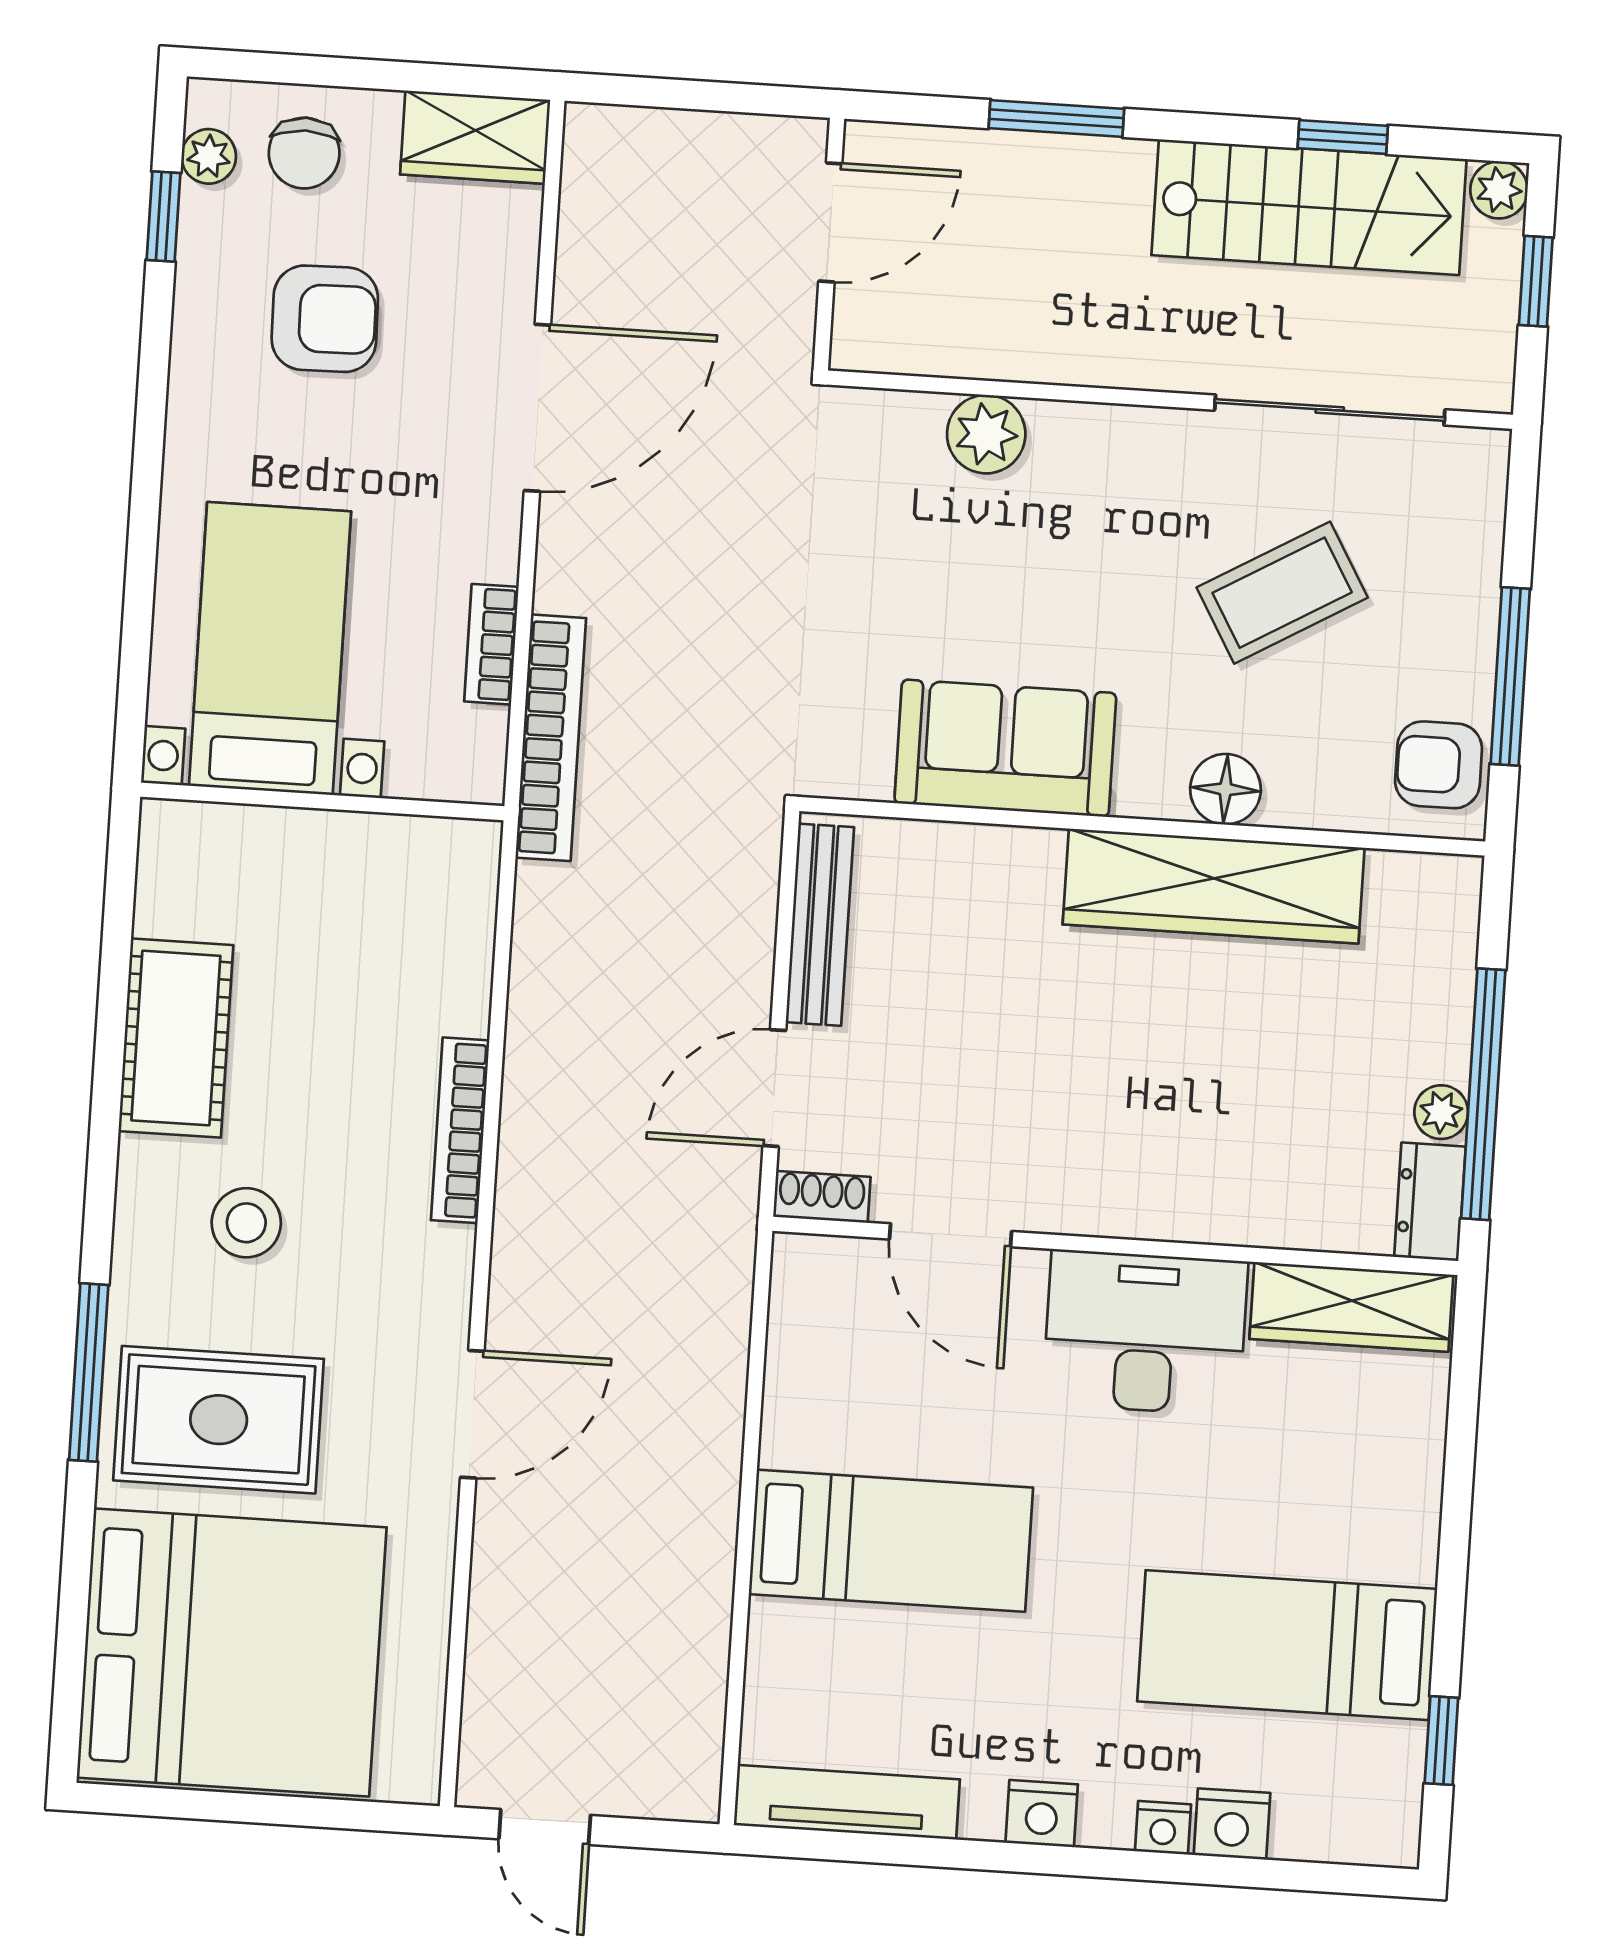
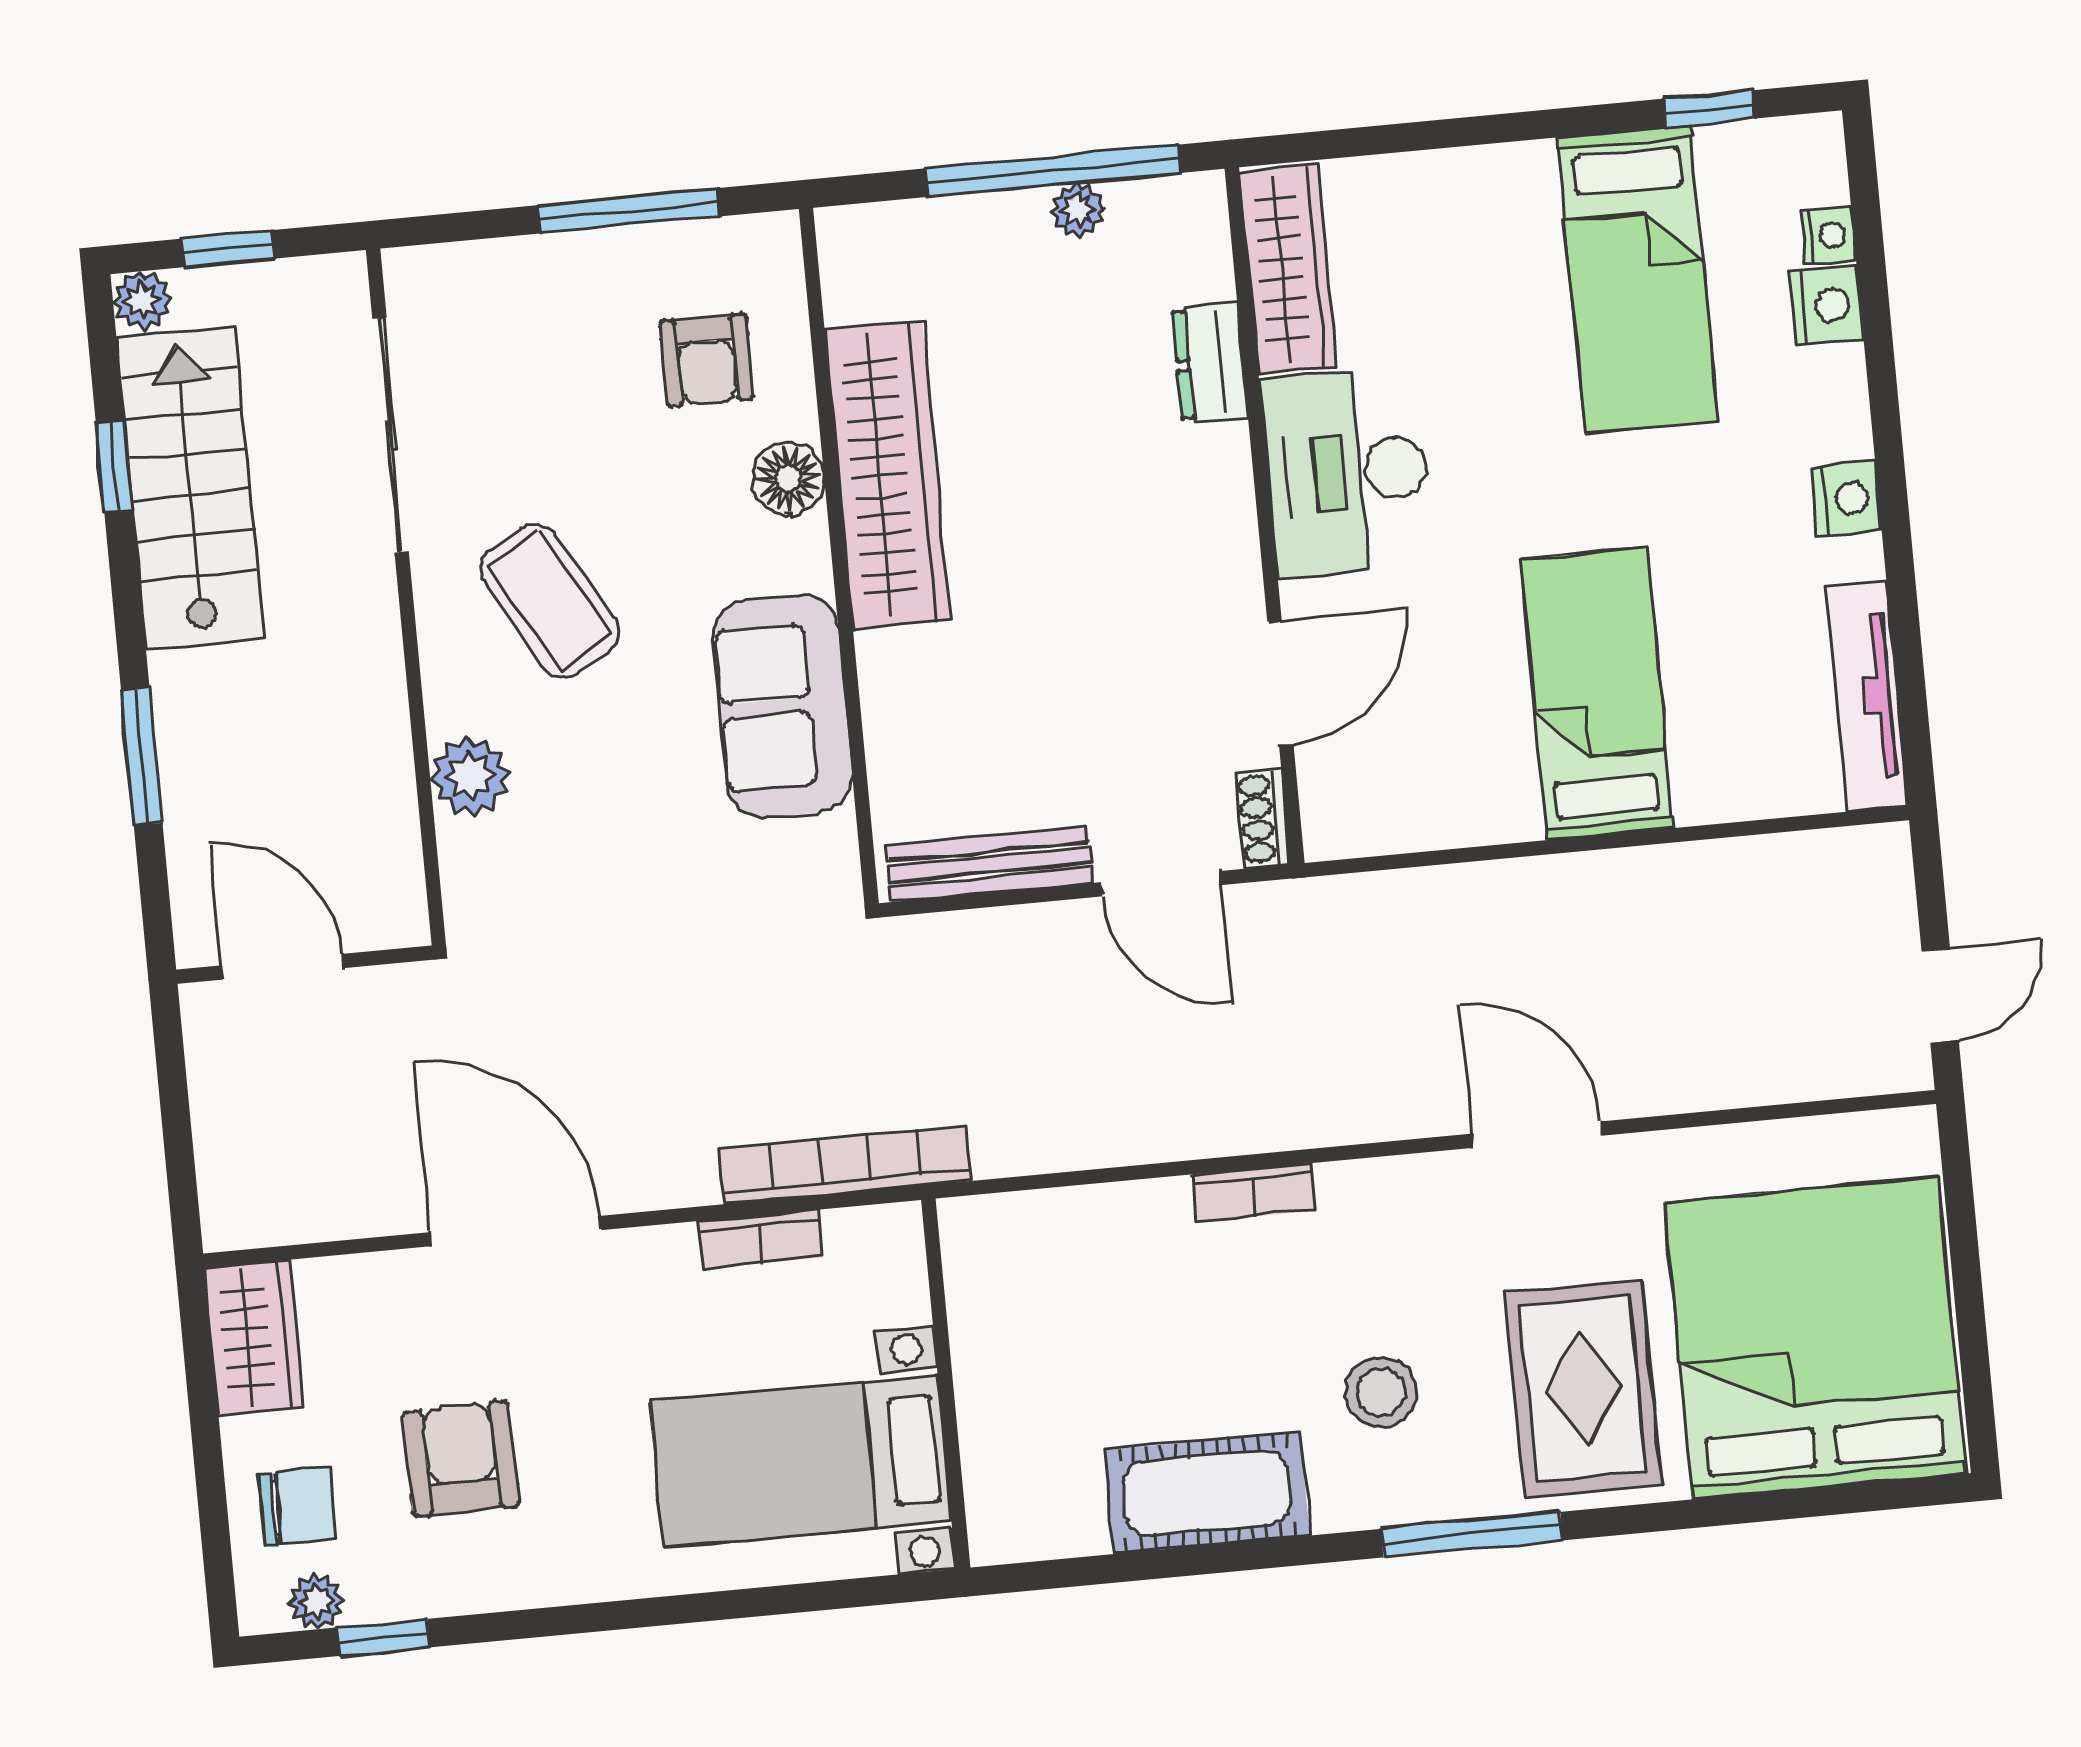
coffee table: (1282, 593) -> (550, 601), moved
armchair: (1439, 765) -> (706, 360), moved
bookcase: (460, 1130) -> (1254, 1192), width x0.64
dresser: (1430, 1202) -> (1210, 363), moved, turned 90
window: (89, 1372) -> (1472, 1535), moved
nightstand: (1163, 1828) -> (1828, 235), moved

